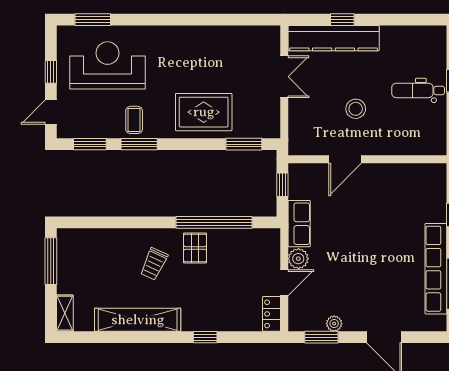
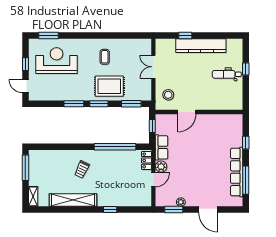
kitchen counter: (334, 38) -> (201, 46), moved
double door: (284, 77) -> (153, 67), swing flipped
stool: (356, 109) -> (168, 95), moved
door: (51, 112) -> (25, 86), hinge flipped
coffee table: (134, 120) -> (105, 57), moved
window: (90, 144) -> (99, 104), moved
pallet: (195, 248) -> (105, 161), removed
locker: (272, 314) -> (146, 160), moved

